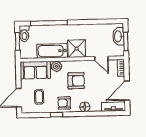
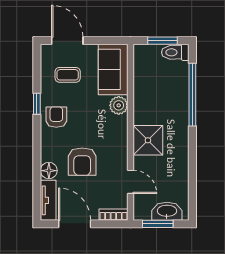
bathtub: (52, 51) -> (145, 99), removed
door: (101, 58) -> (130, 182), swing flipped
armchair: (76, 81) -> (82, 162), moved
floor lamp: (85, 107) -> (49, 171), moved

